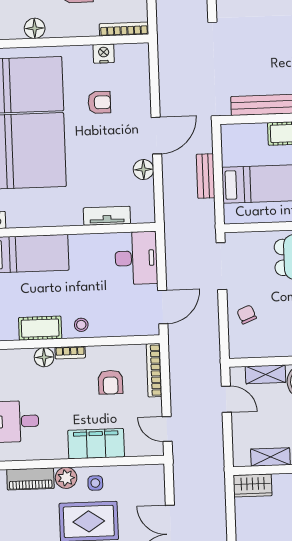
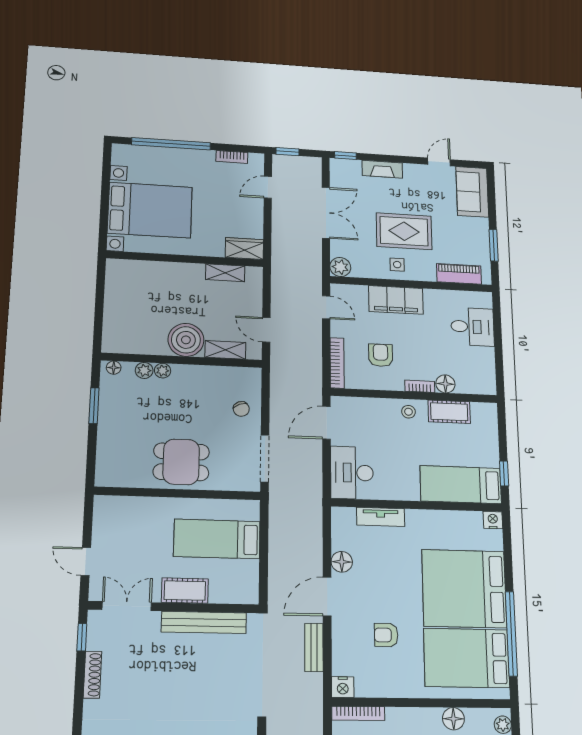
nightstand: (104, 54) -> (343, 687), moved
bench: (206, 176) -> (314, 647), moved
plant: (66, 478) -> (340, 267), moved

